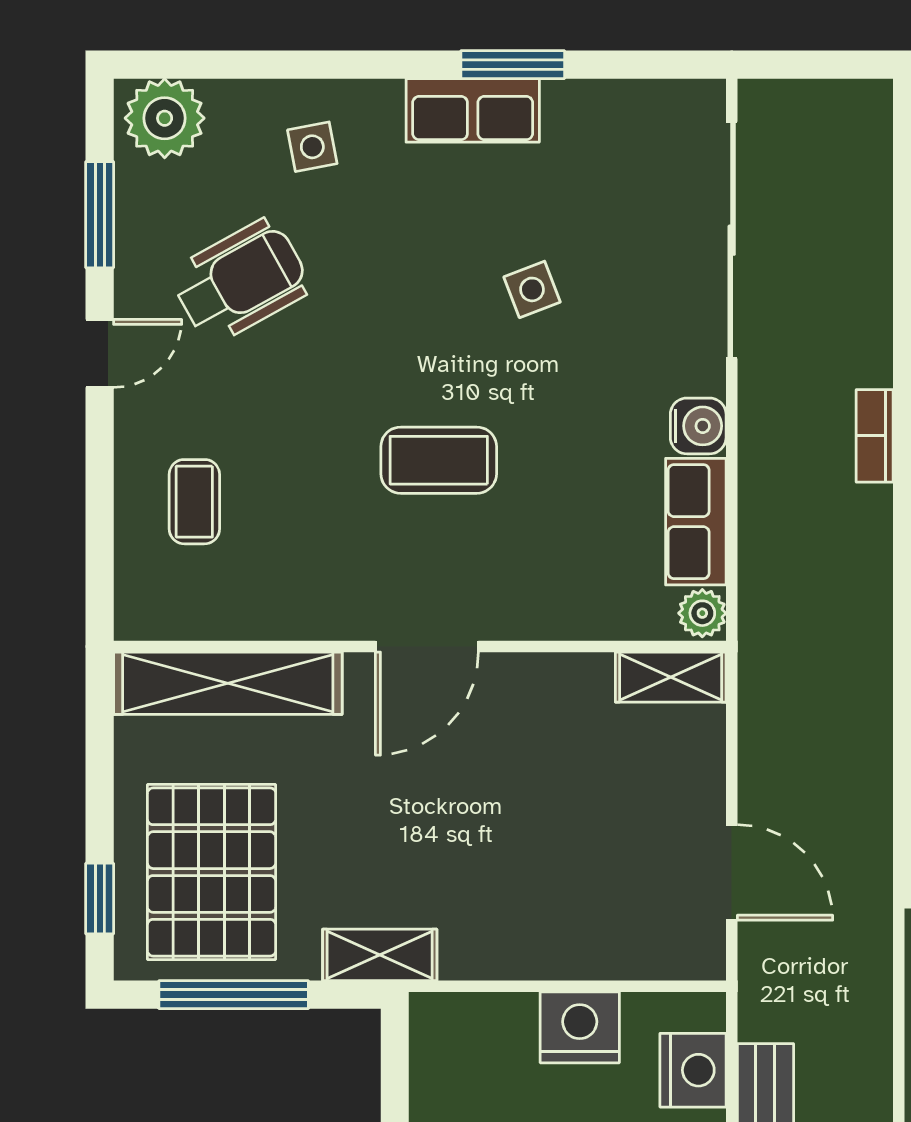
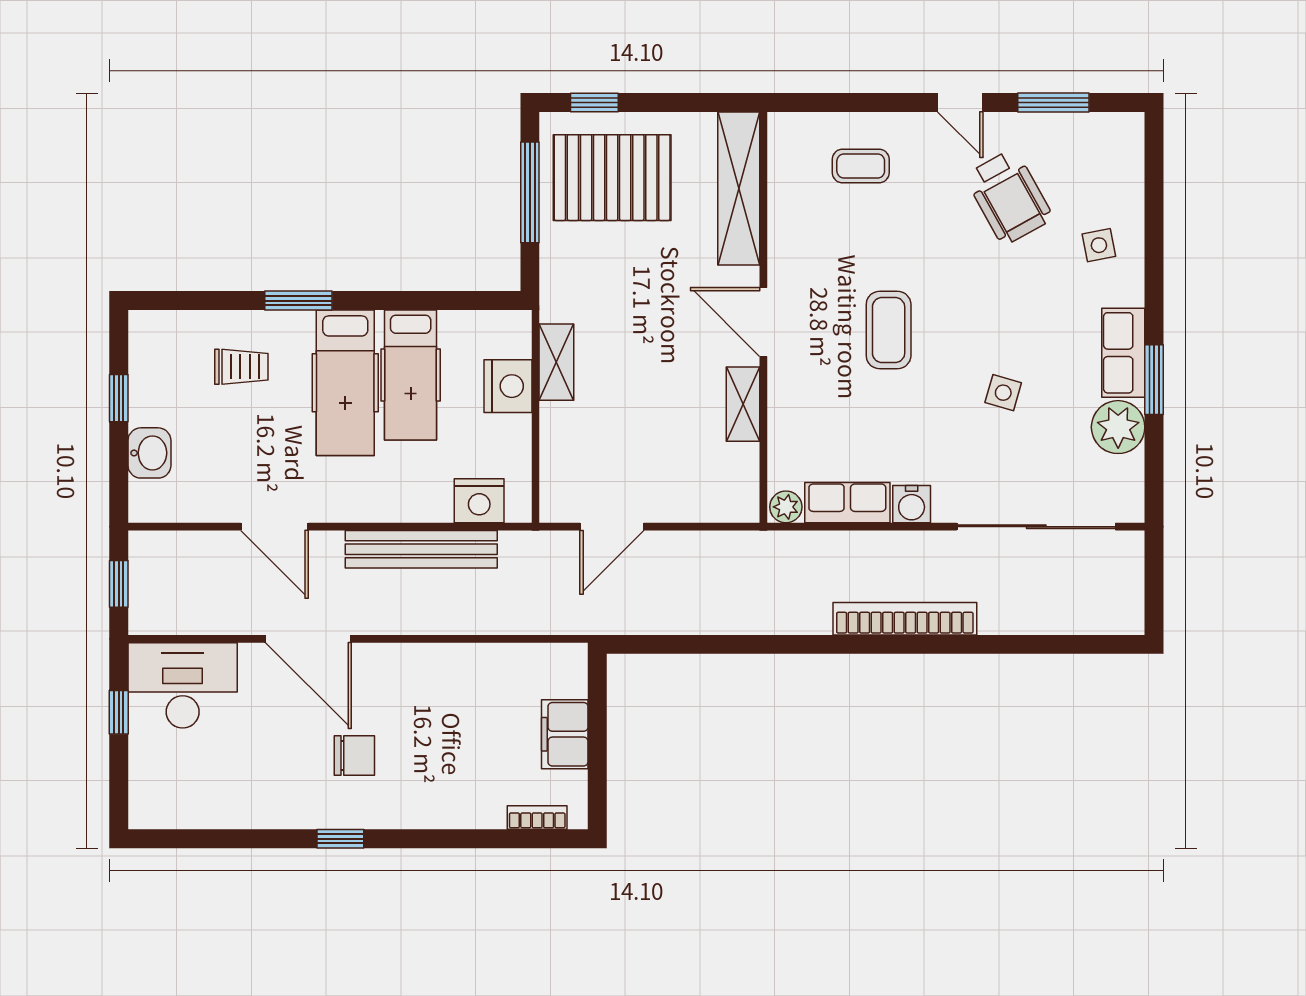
plant: (165, 118) -> (1118, 427), moved
side table: (532, 289) -> (1003, 393), turned 37
bookcase: (875, 436) -> (905, 619), width x2.31, depth x1.31
shelving: (671, 677) -> (743, 404), moved
shelving: (380, 955) -> (556, 362), moved
nightstand: (580, 1027) -> (508, 386), moved

